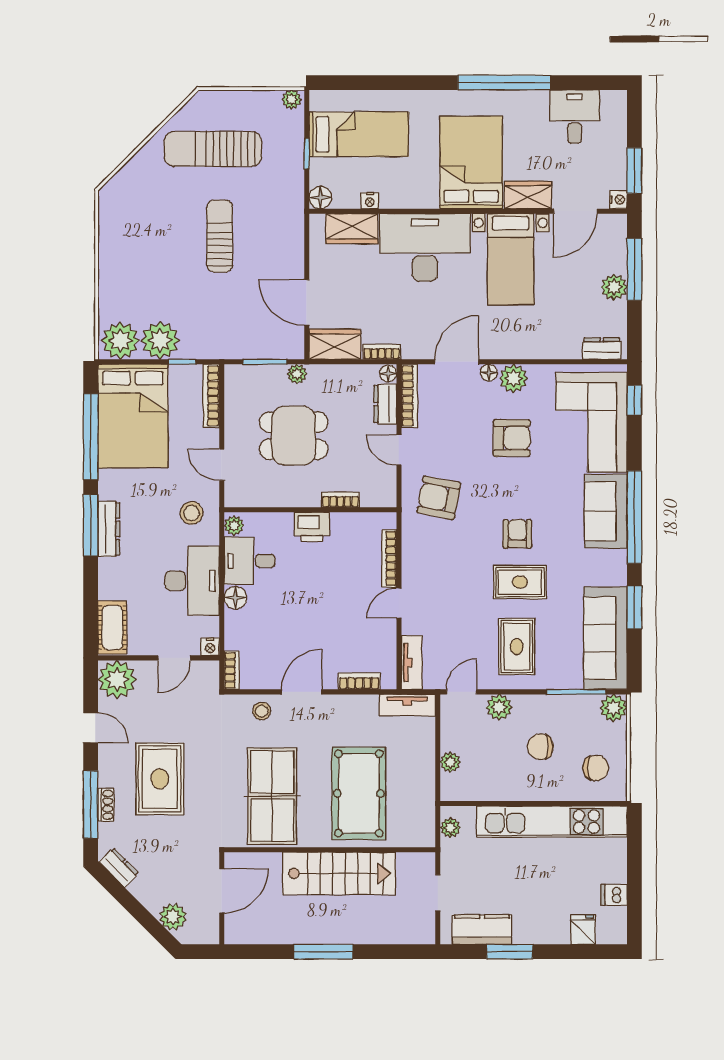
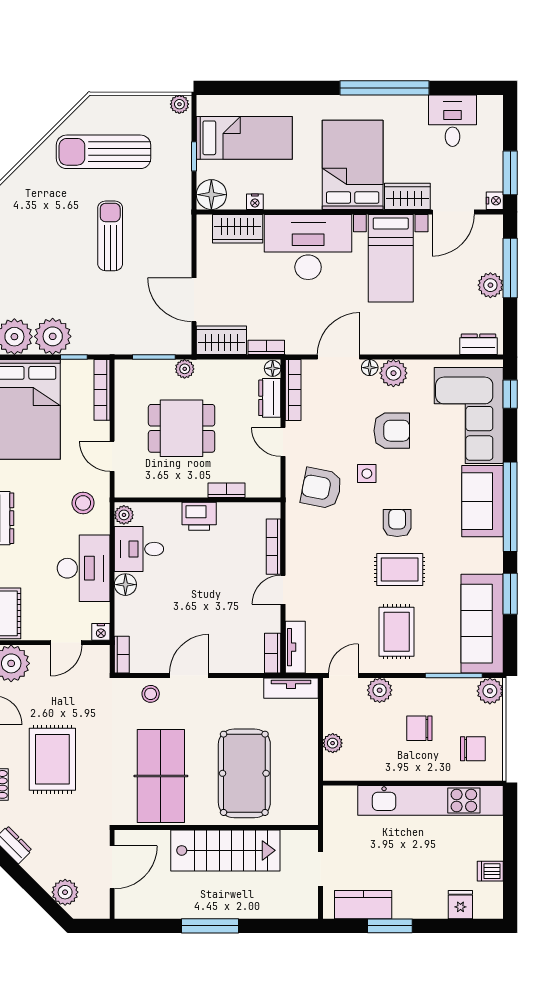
floor lamp: (320, 197) -> (211, 195), width x1.38, depth x1.38
side table: (486, 483) -> (367, 474), added
bookcase: (359, 681) -> (273, 653), moved, turned -90
plant: (450, 828) -> (333, 806), removed

